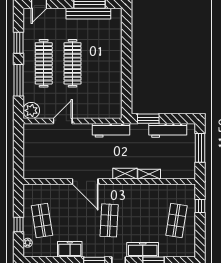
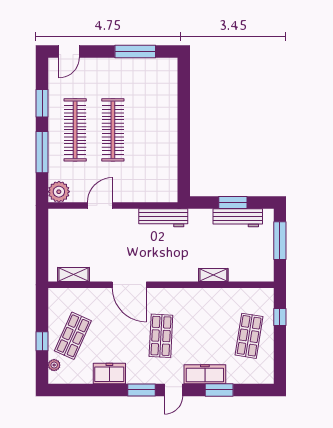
bench: (88, 14) -> (134, 65), removed
window: (148, 119) -> (233, 202), moved
shelving: (125, 174) -> (74, 275), moved
shop shelf: (42, 220) -> (73, 336), turned 33

